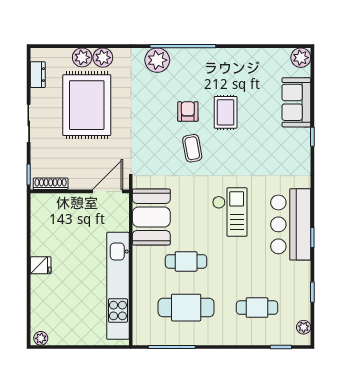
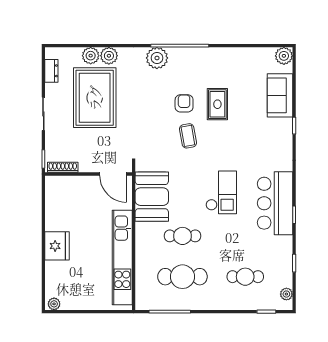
door: (107, 191) -> (113, 174), swing flipped
fridge: (41, 265) -> (57, 246), width x1.88, depth x1.34

